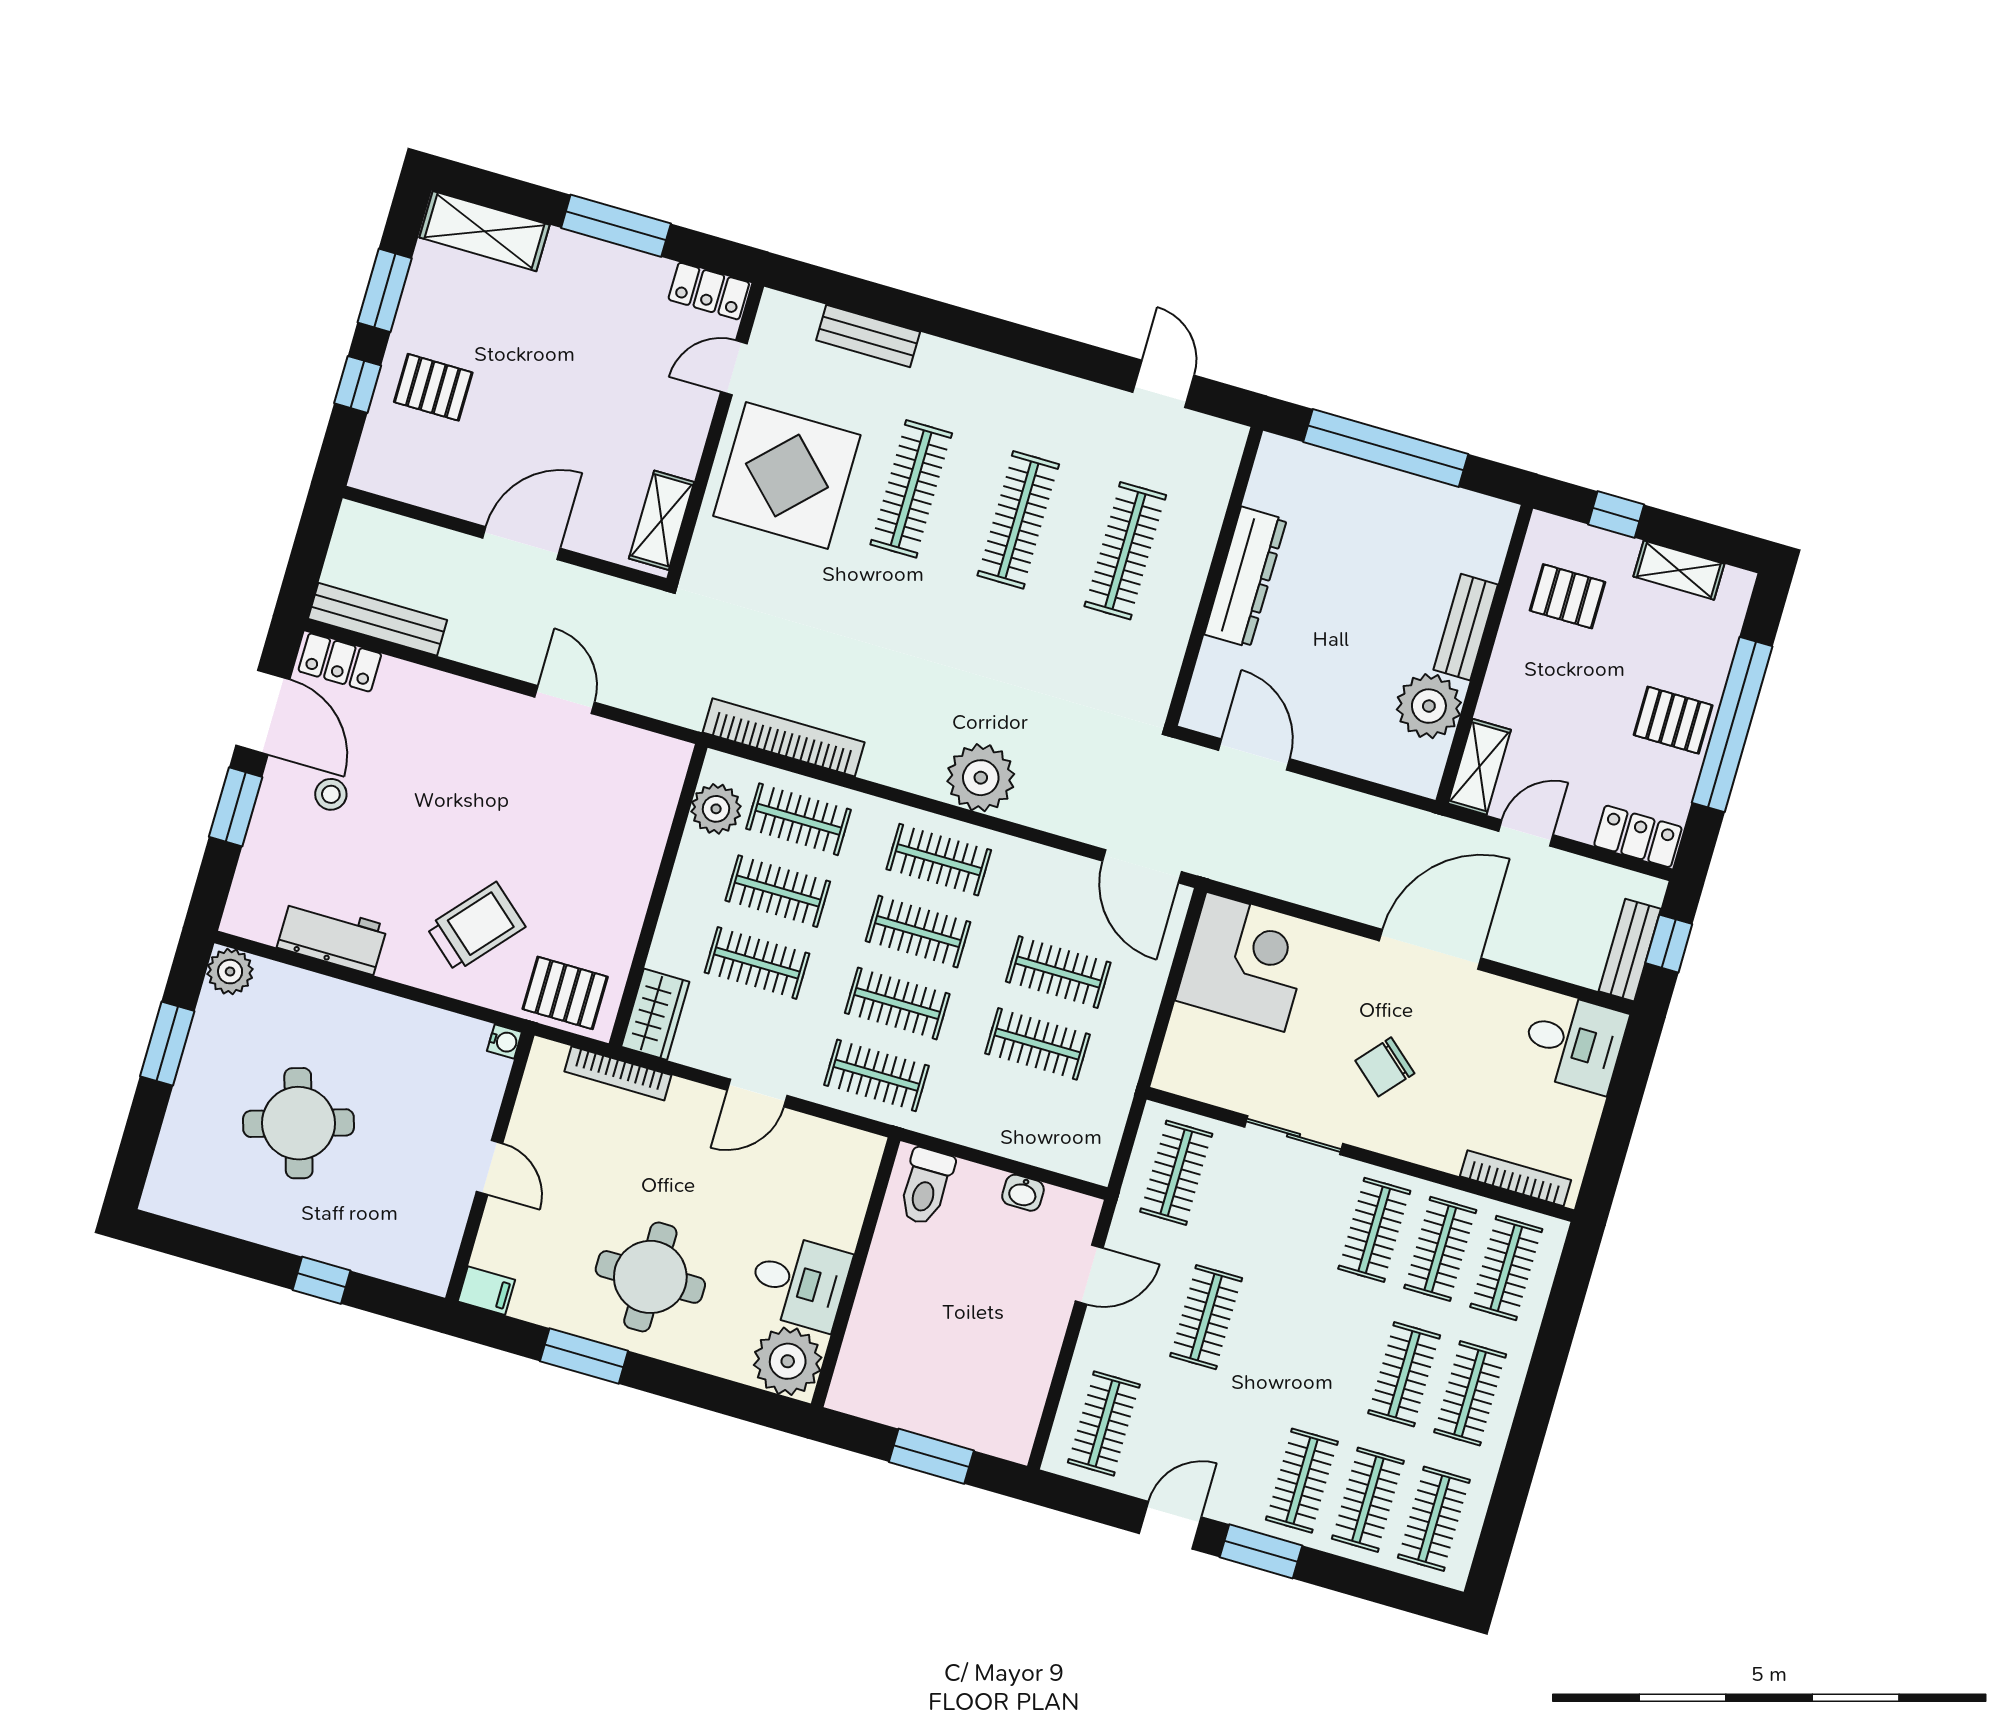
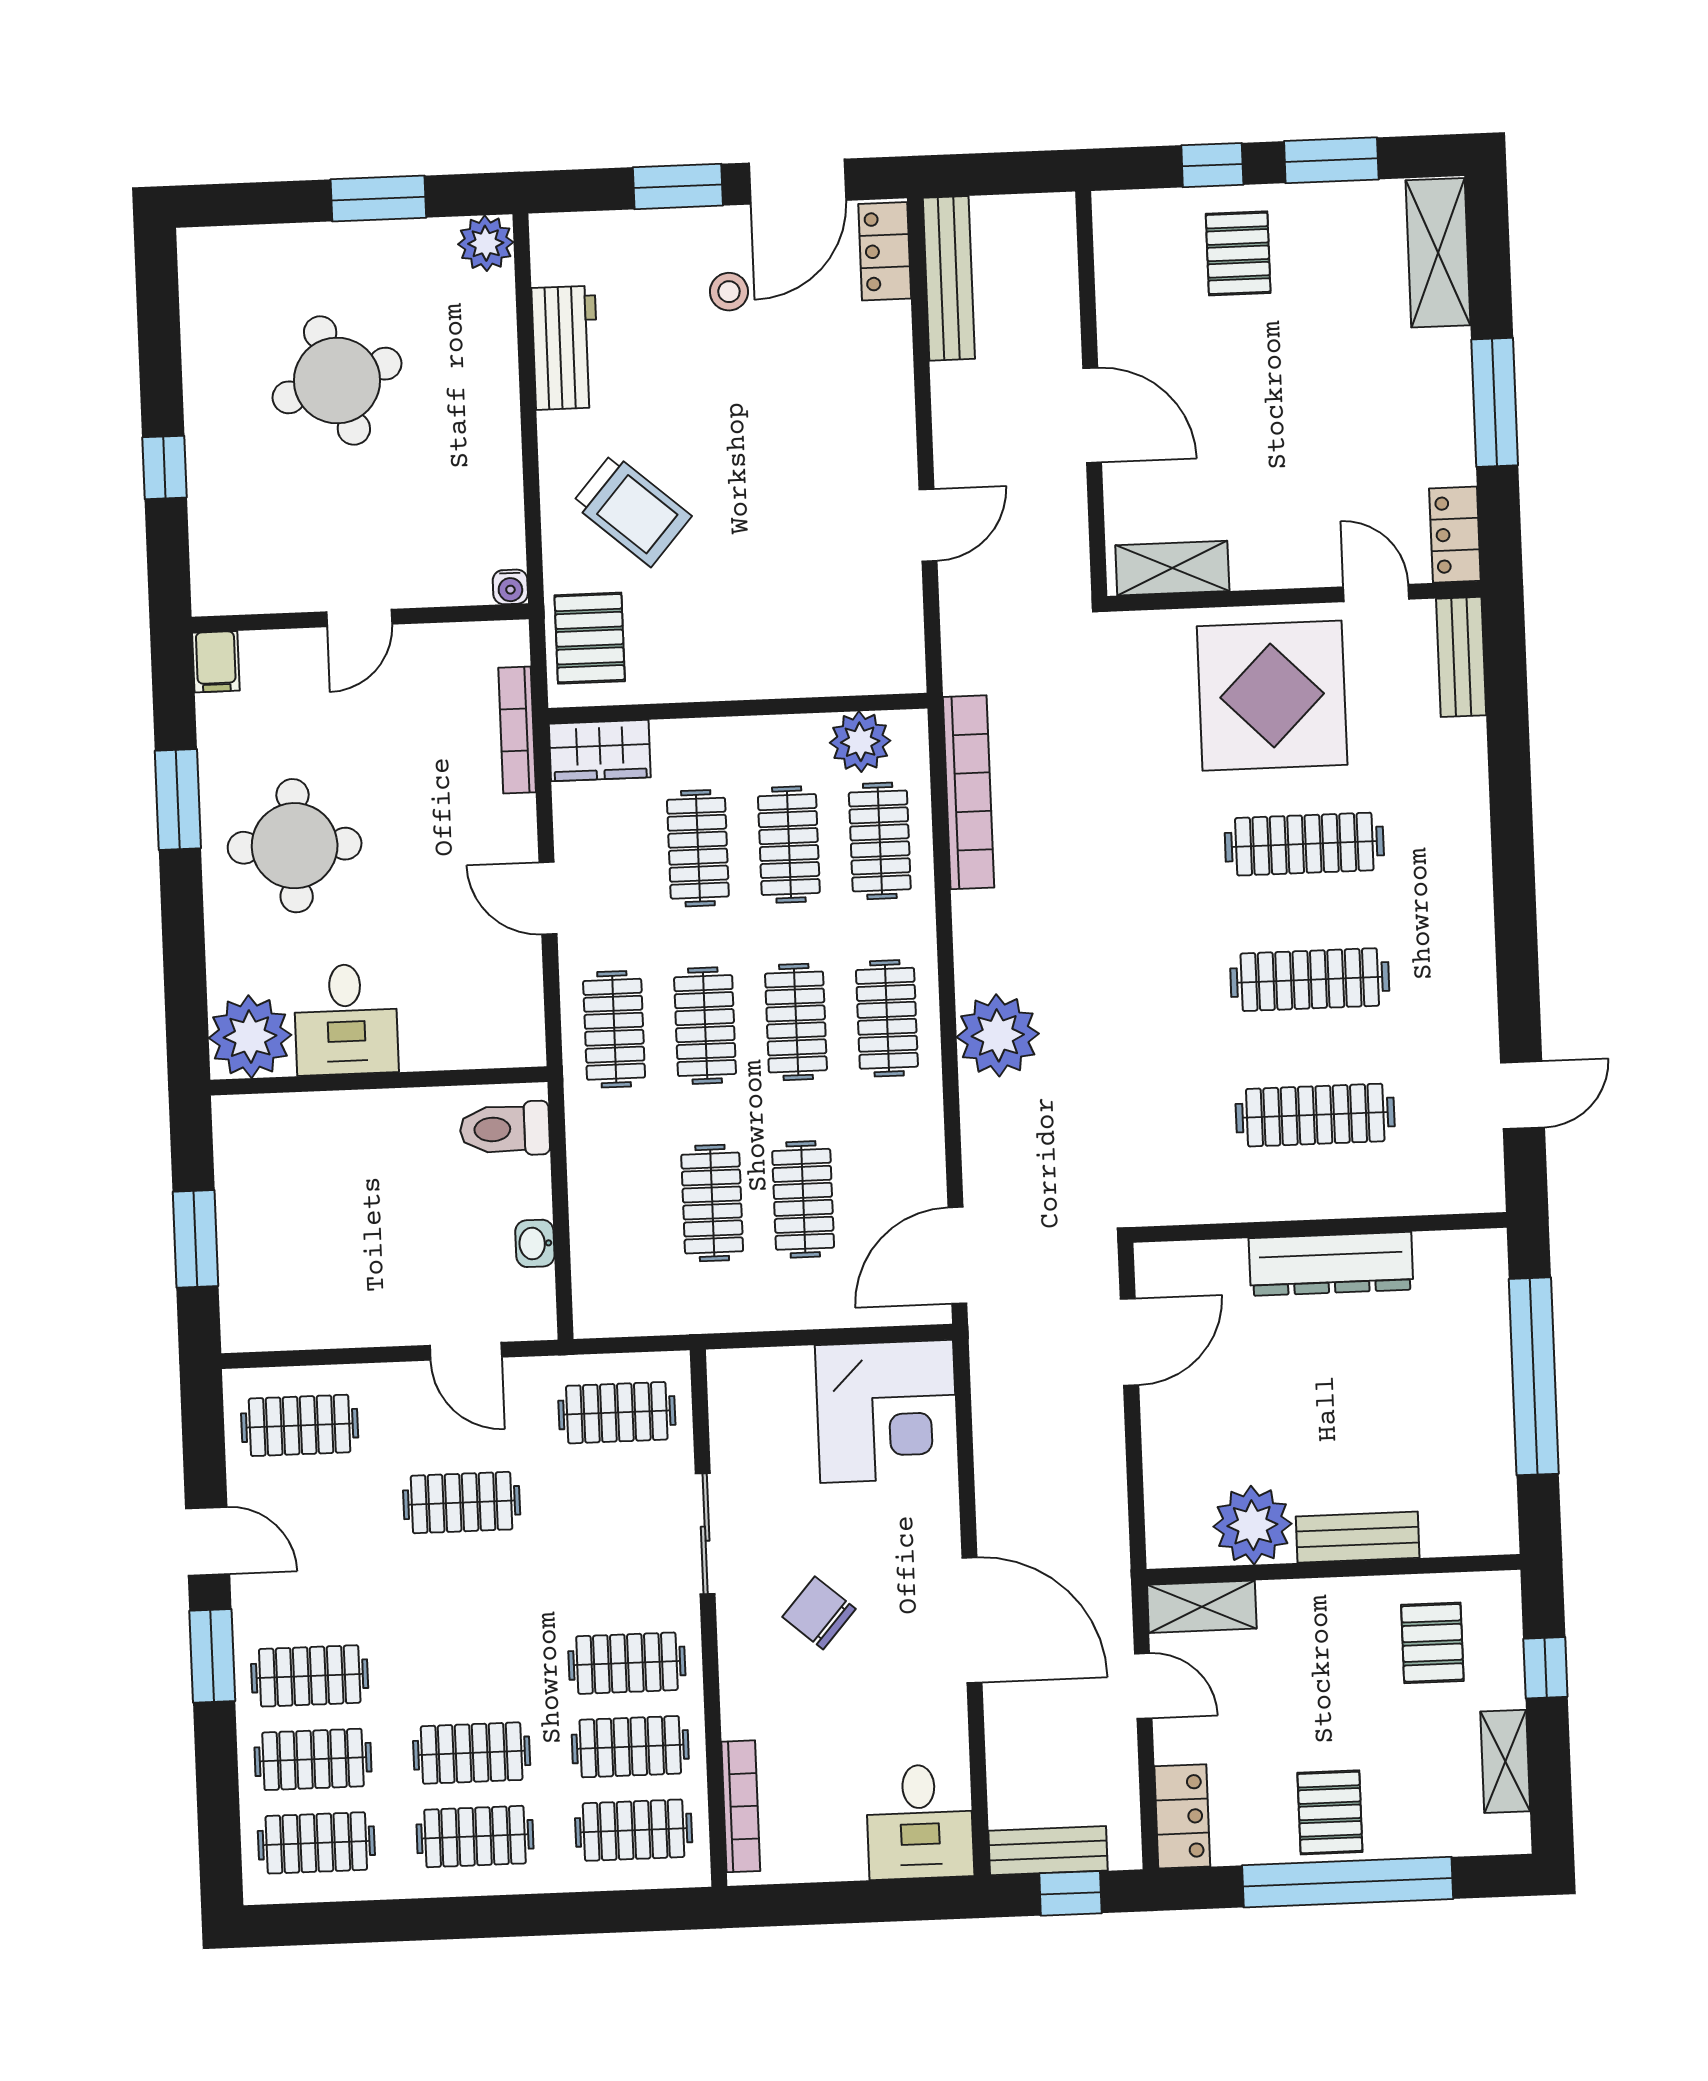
bench: (868, 336) -> (1461, 657), moved

